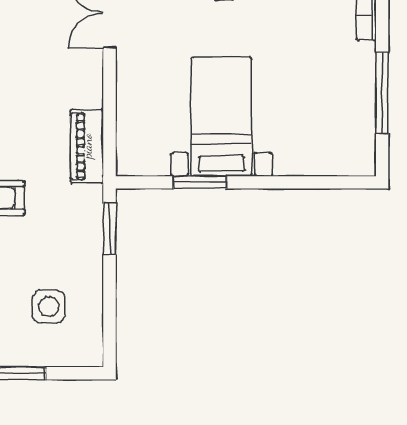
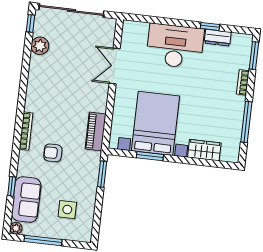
bed with nightstands: (221, 117) -> (155, 123), width x1.36
wardrobe: (306, 158) -> (204, 150), added

